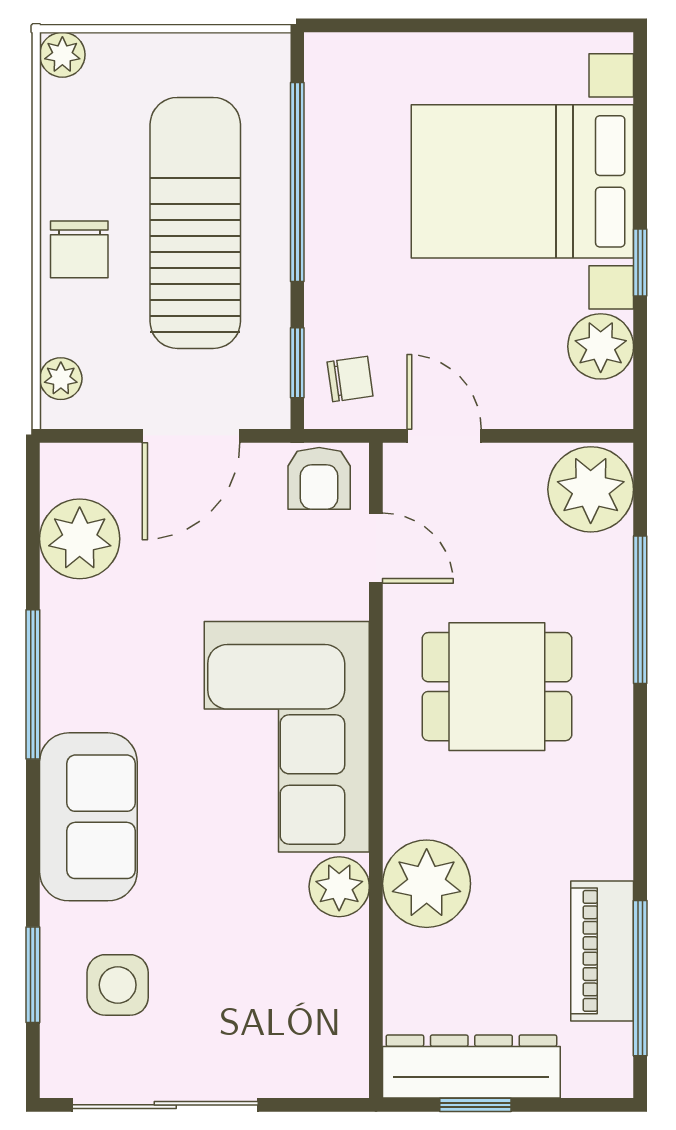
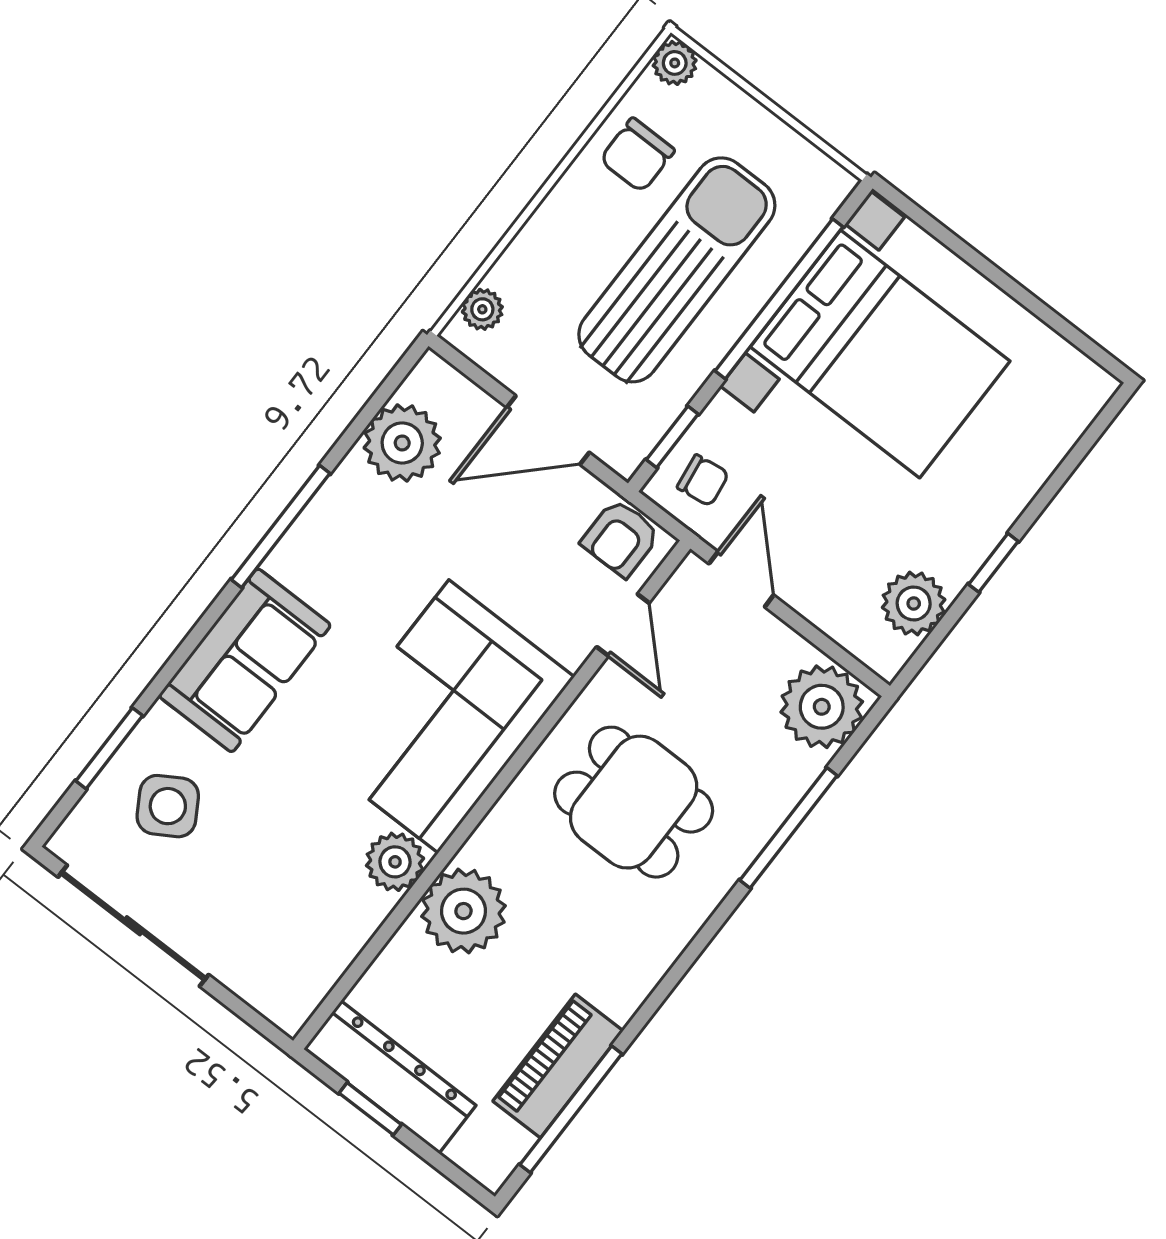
bed with nightstands: (522, 181) -> (880, 354), moved, turned 180
chair: (79, 249) -> (637, 155), moved
side table: (118, 985) -> (168, 806), turned -31

